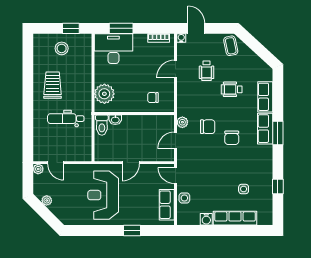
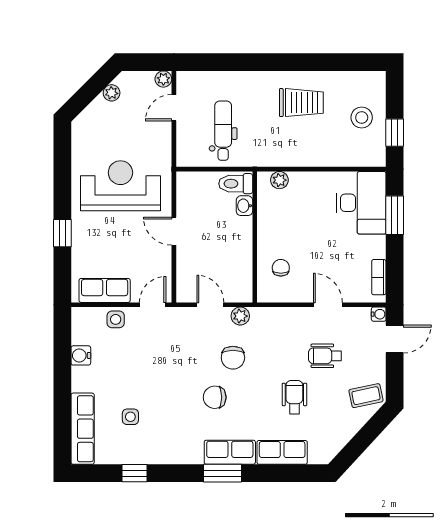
plant: (104, 94) -> (279, 180), width x0.53, depth x0.53
dental chair: (66, 119) -> (223, 131), moved
row of seats: (235, 218) -> (83, 429), moved

